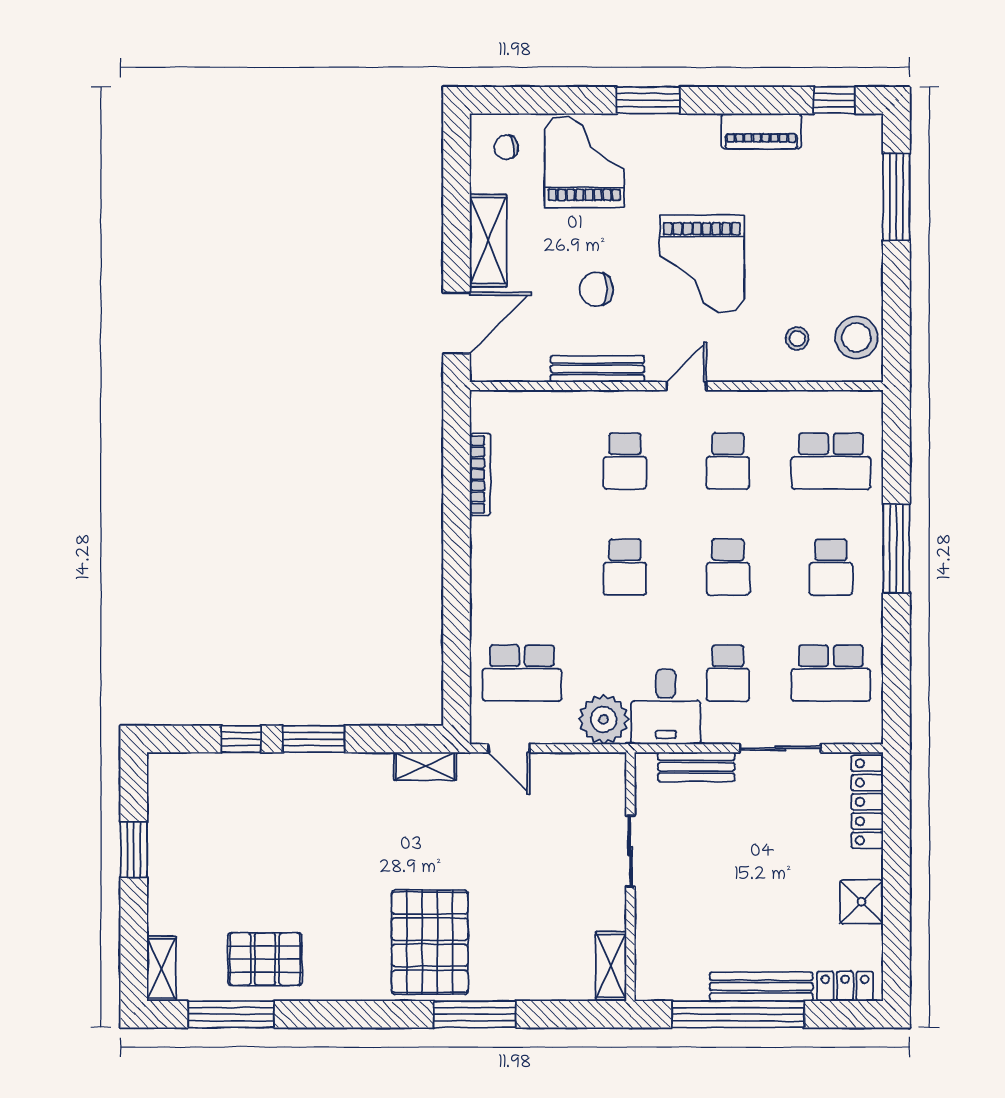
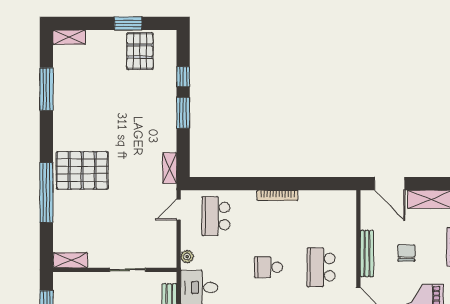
school desk: (625, 461) -> (321, 267), width x1.85
bookcase: (480, 474) -> (277, 195), moved
plant: (604, 719) -> (187, 257), width x0.53, depth x0.53
pallet: (265, 959) -> (140, 51), moved
window: (231, 1014) -> (46, 89), moved
window: (475, 1014) -> (46, 193), width x1.46

